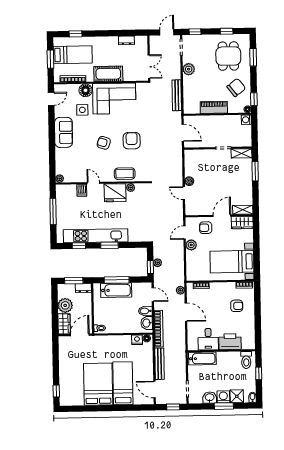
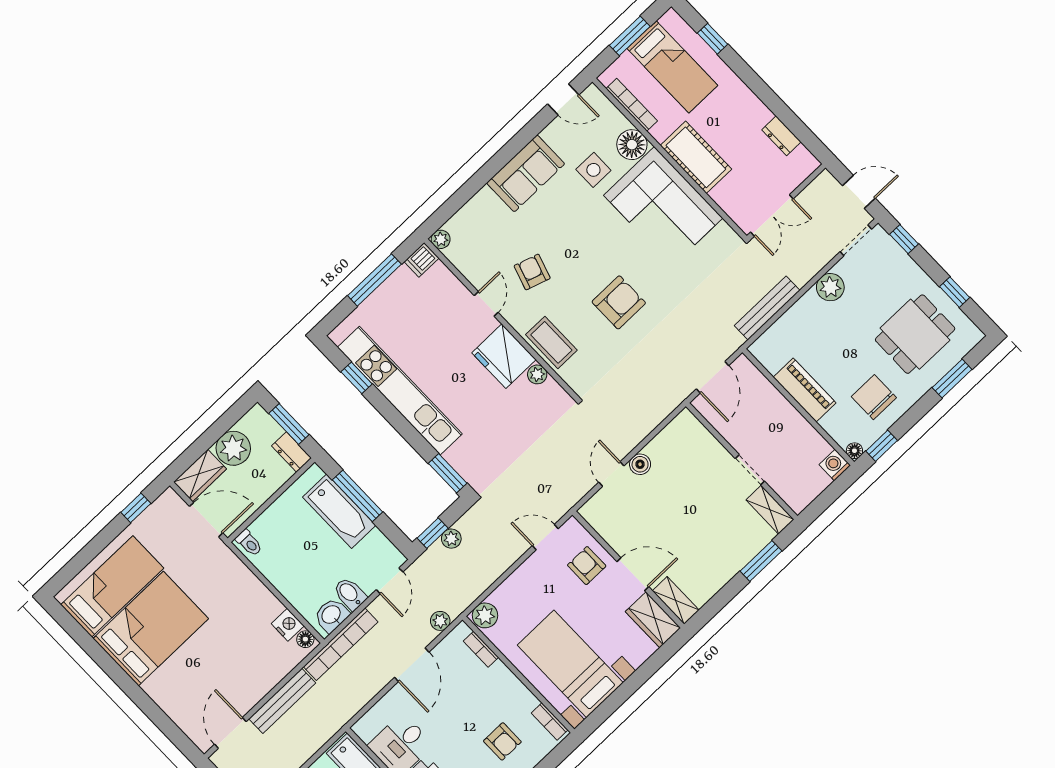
chair: (236, 87) -> (874, 397), turned -142
armchair: (104, 143) -> (532, 272), moved
dishwasher: (82, 190) -> (421, 260), moved
window: (109, 245) -> (448, 473), moved
plant: (191, 245) -> (485, 615), moved
bed: (123, 383) -> (112, 586), moved
window: (56, 391) -> (136, 508), moved

